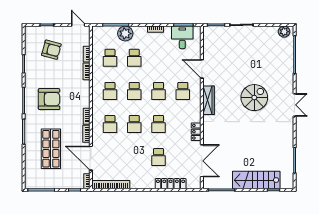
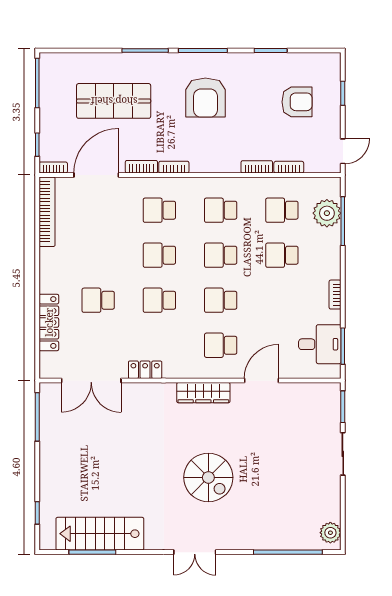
plant: (125, 34) -> (327, 213), moved
armchair: (51, 50) -> (297, 102), turned -105
stairs: (256, 180) -> (100, 534), moved, turned -90

